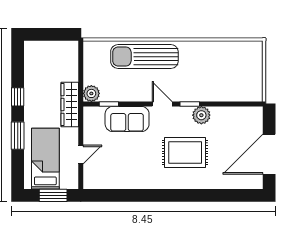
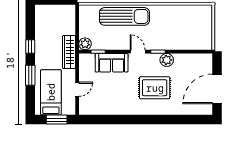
sun lounger: (144, 57) -> (124, 16), turned 180

